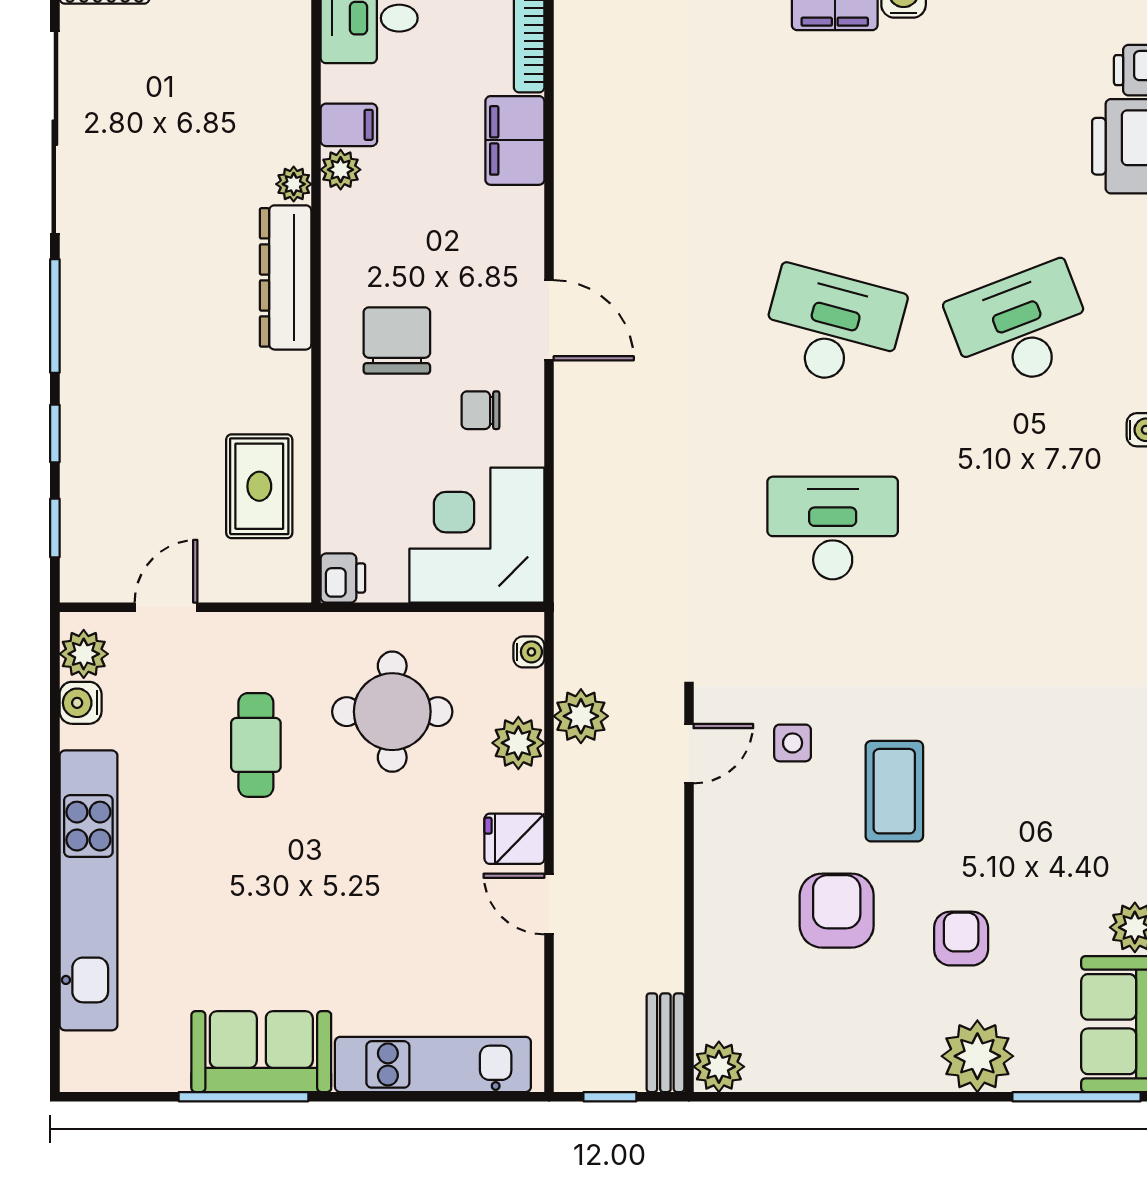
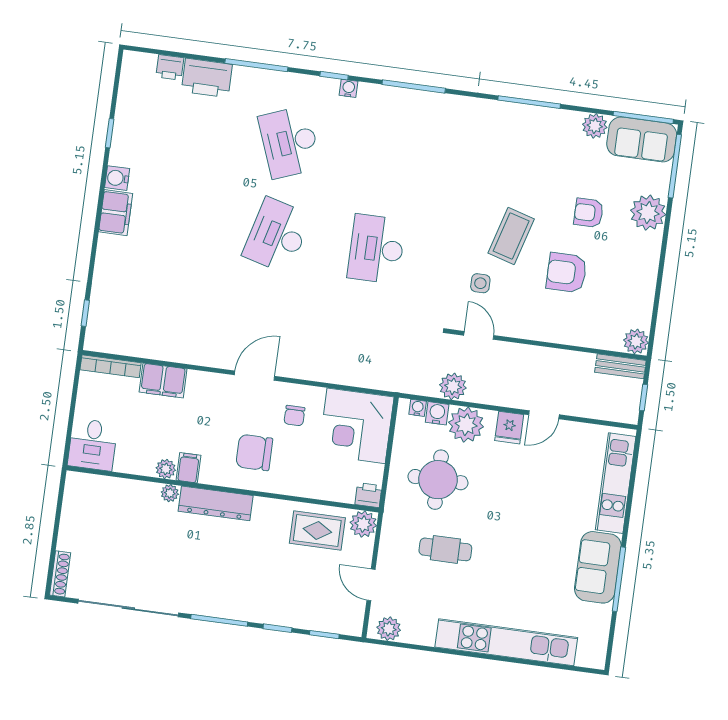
filing cabinet: (349, 125) -> (189, 468), moved
plant: (284, 575) -> (363, 524), added
water cooler: (81, 703) -> (437, 413), moved, turned 180
plant: (518, 743) -> (466, 425), width x1.36, depth x1.36
coffee table: (894, 791) -> (511, 236), turned -74

